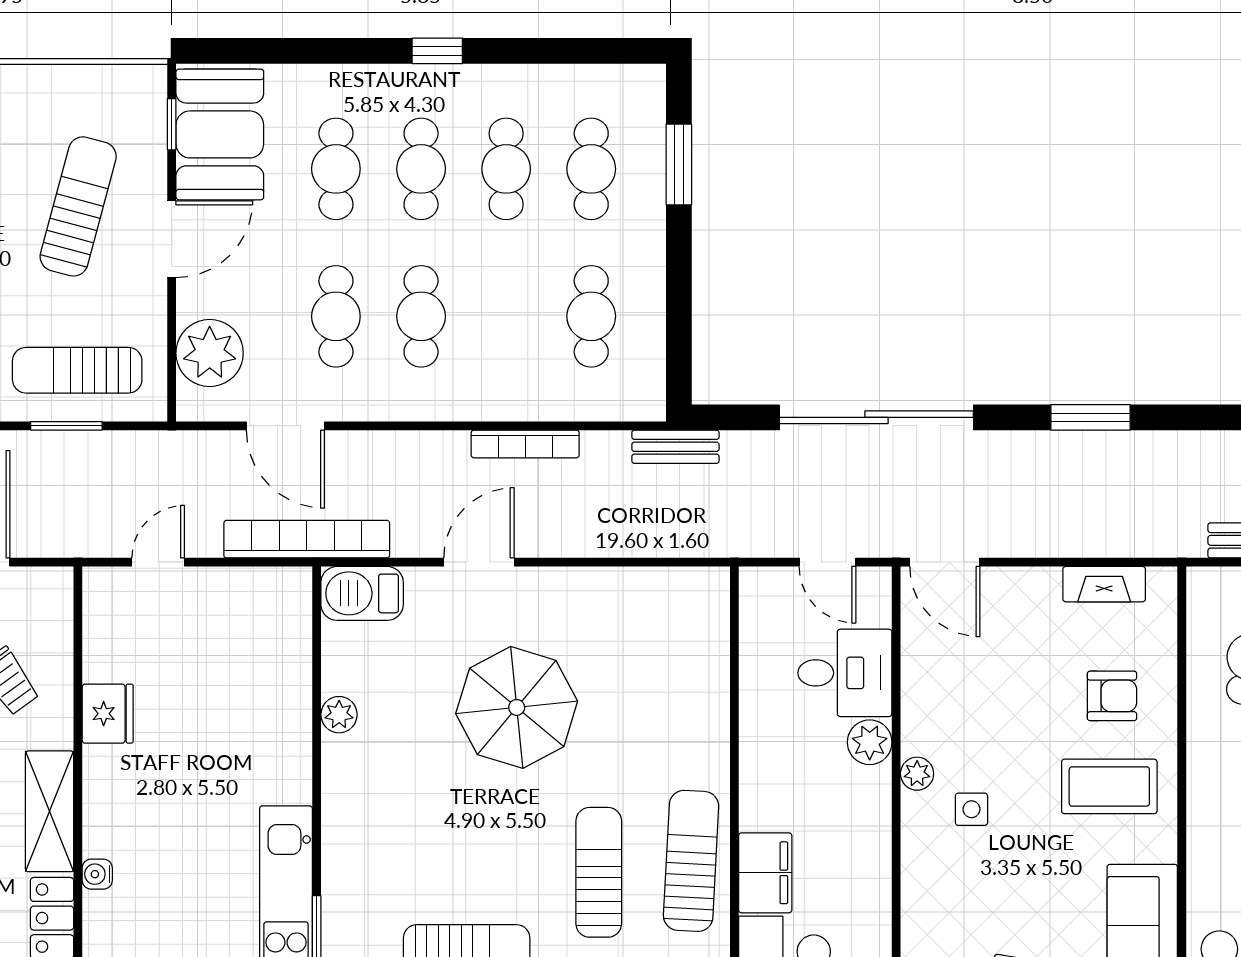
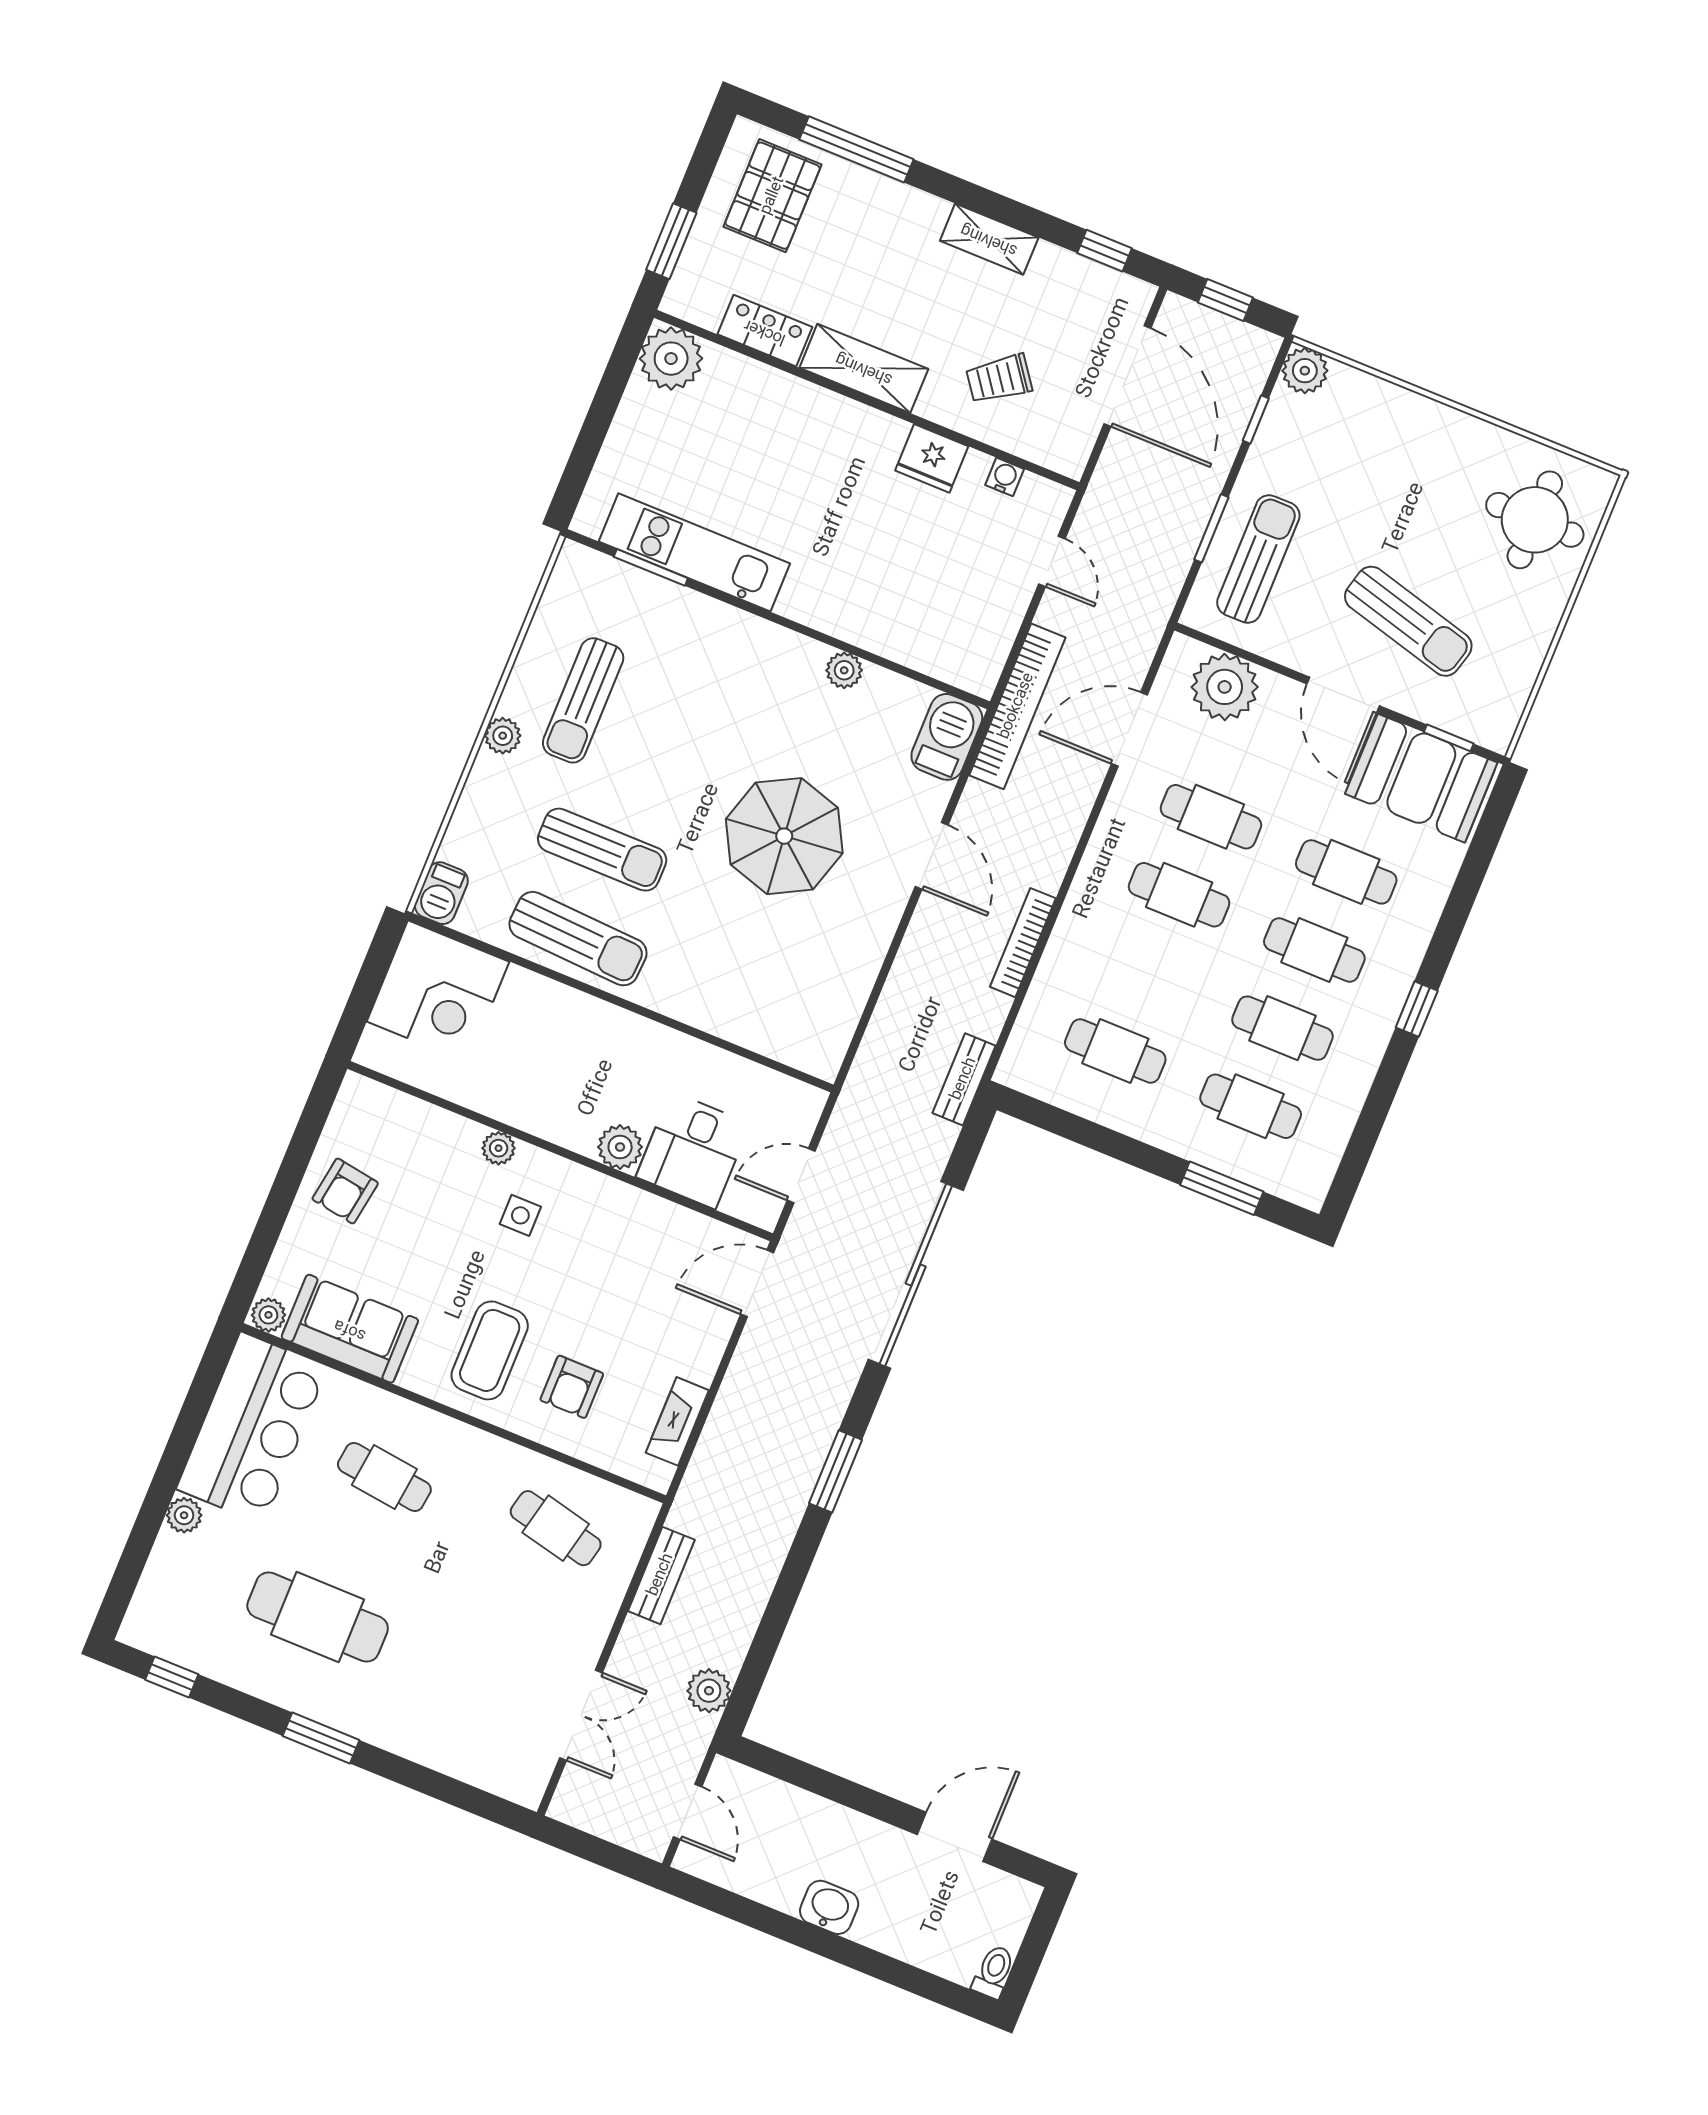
plant: (917, 774) -> (499, 1148), moved
filing cabinet: (765, 873) -> (539, 1002), removed
water cooler: (97, 874) -> (1005, 477), moved

